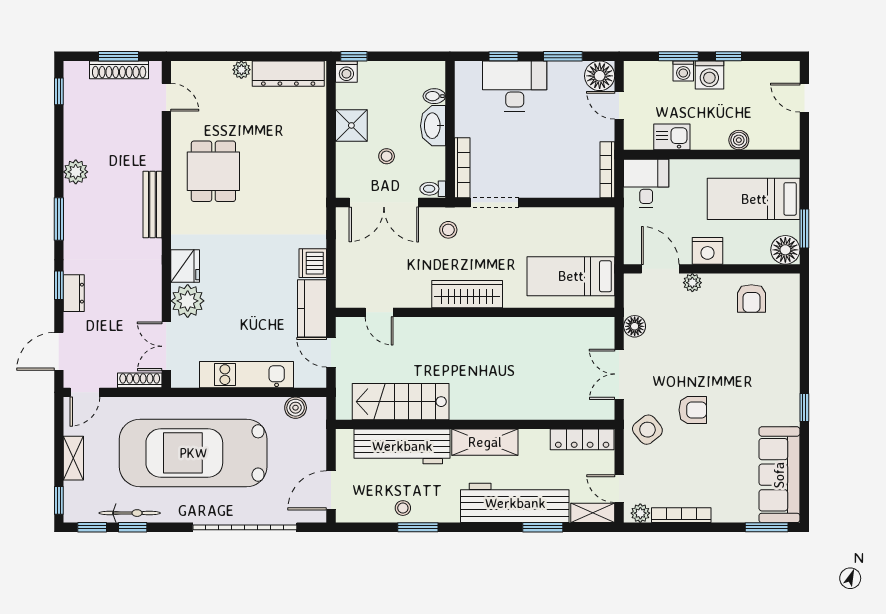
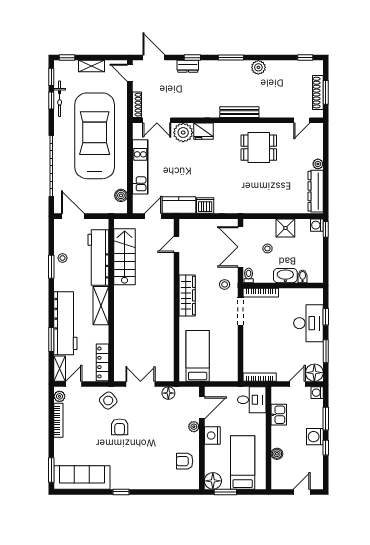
washing machine: (683, 71) -> (317, 393), moved
double door: (166, 346) -> (157, 120), swing flipped

